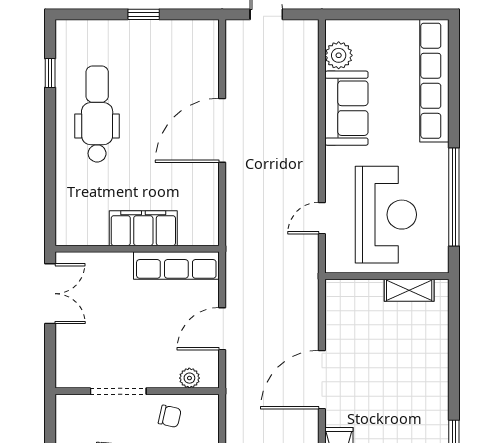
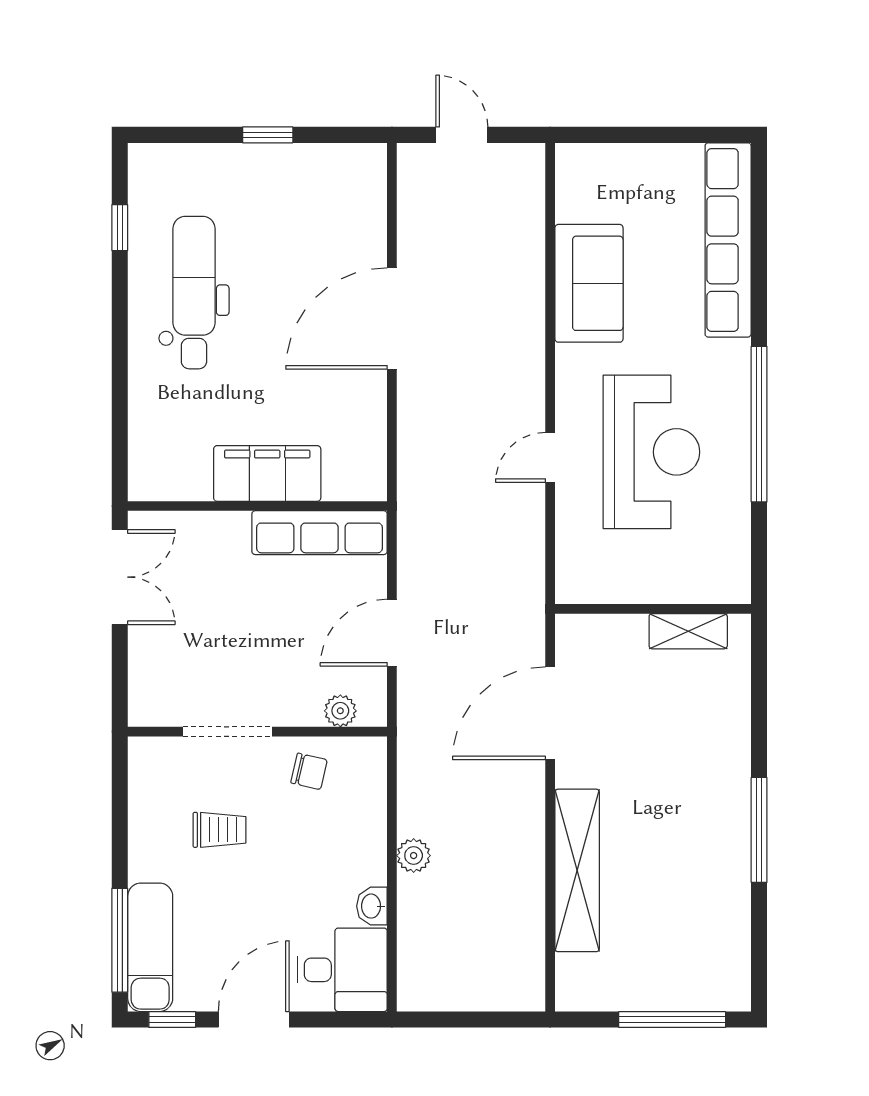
plant: (339, 55) -> (577, 200), removed
wall: (387, 276) -> (653, 609), moved
shelving: (409, 290) -> (688, 631), moved

